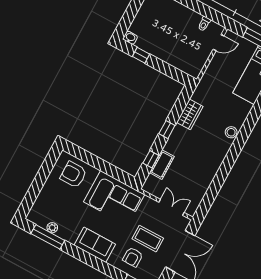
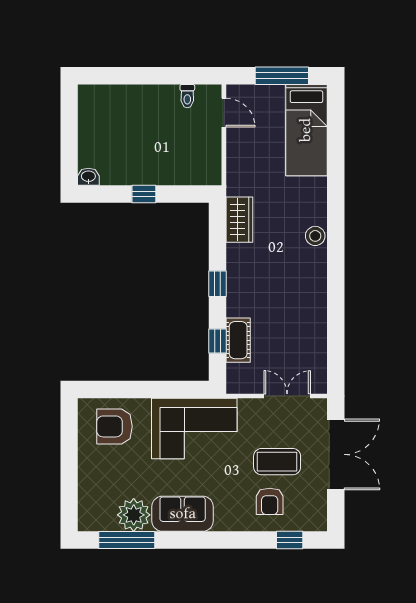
door: (218, 43) -> (224, 113), hinge flipped
window: (141, 55) -> (144, 194), moved
wardrobe: (190, 114) -> (239, 220), moved
plant: (52, 228) -> (134, 515), width x1.87, depth x1.87
sofa: (95, 245) -> (183, 514), moved

